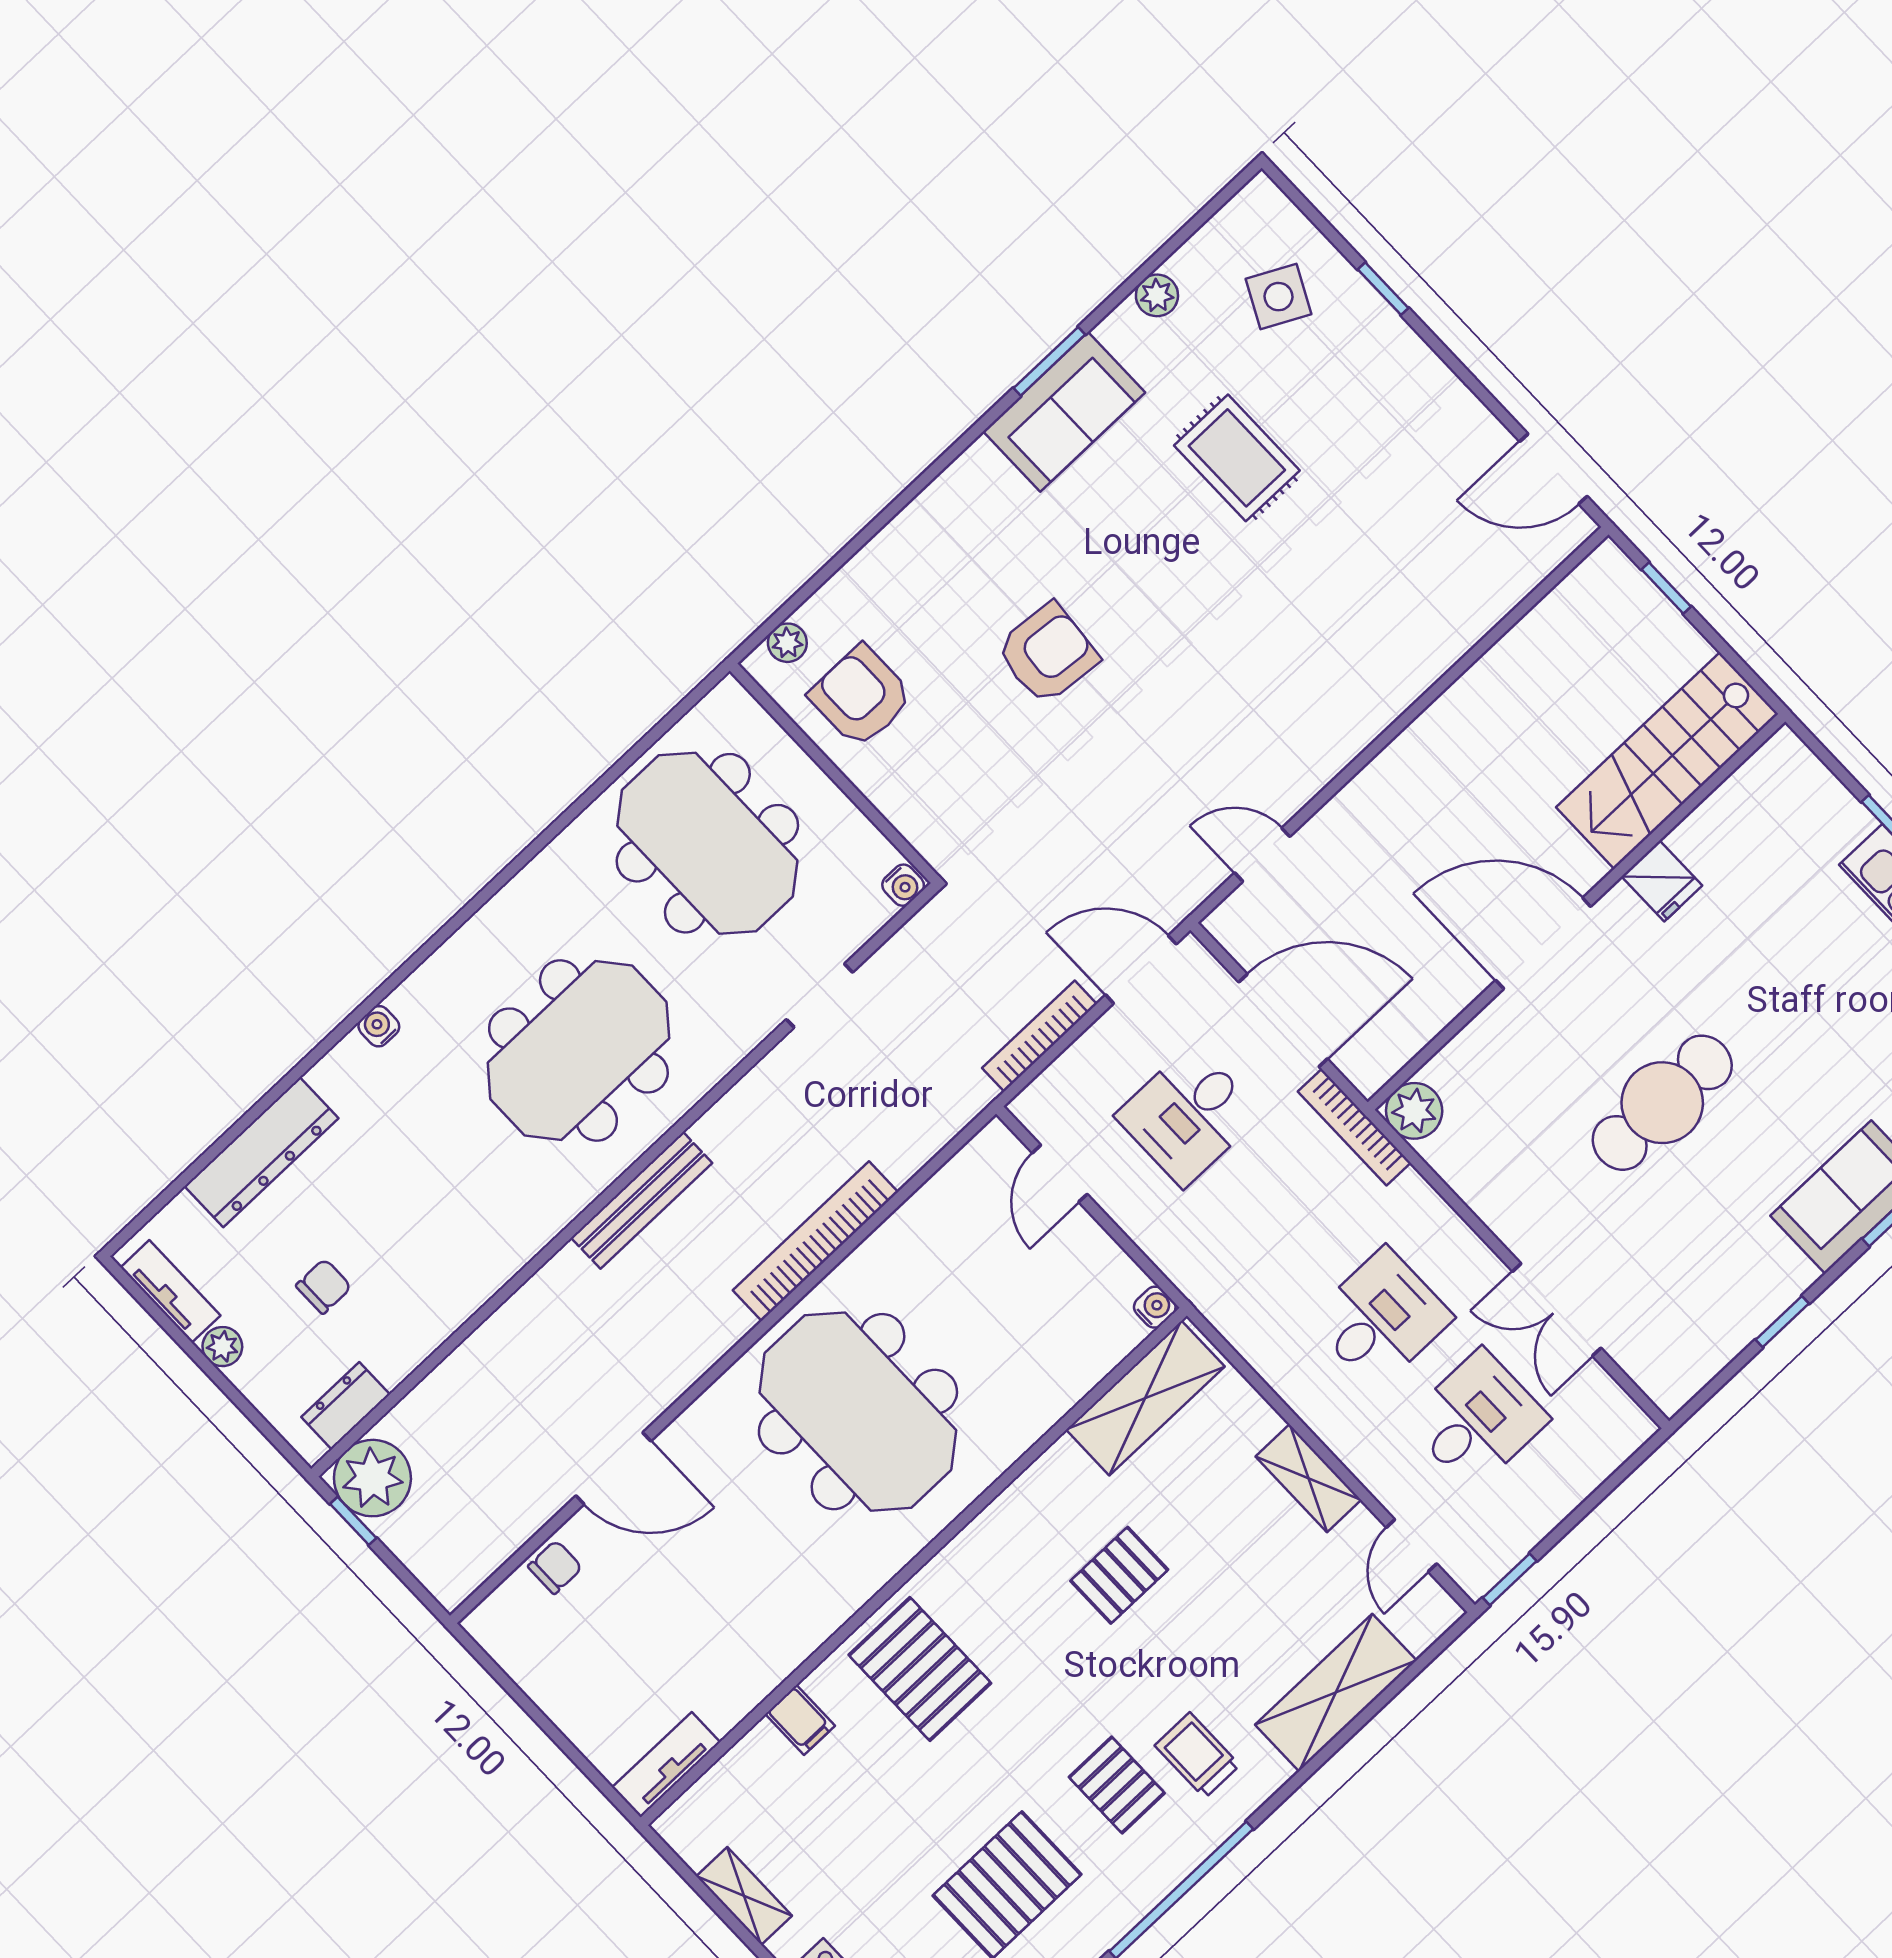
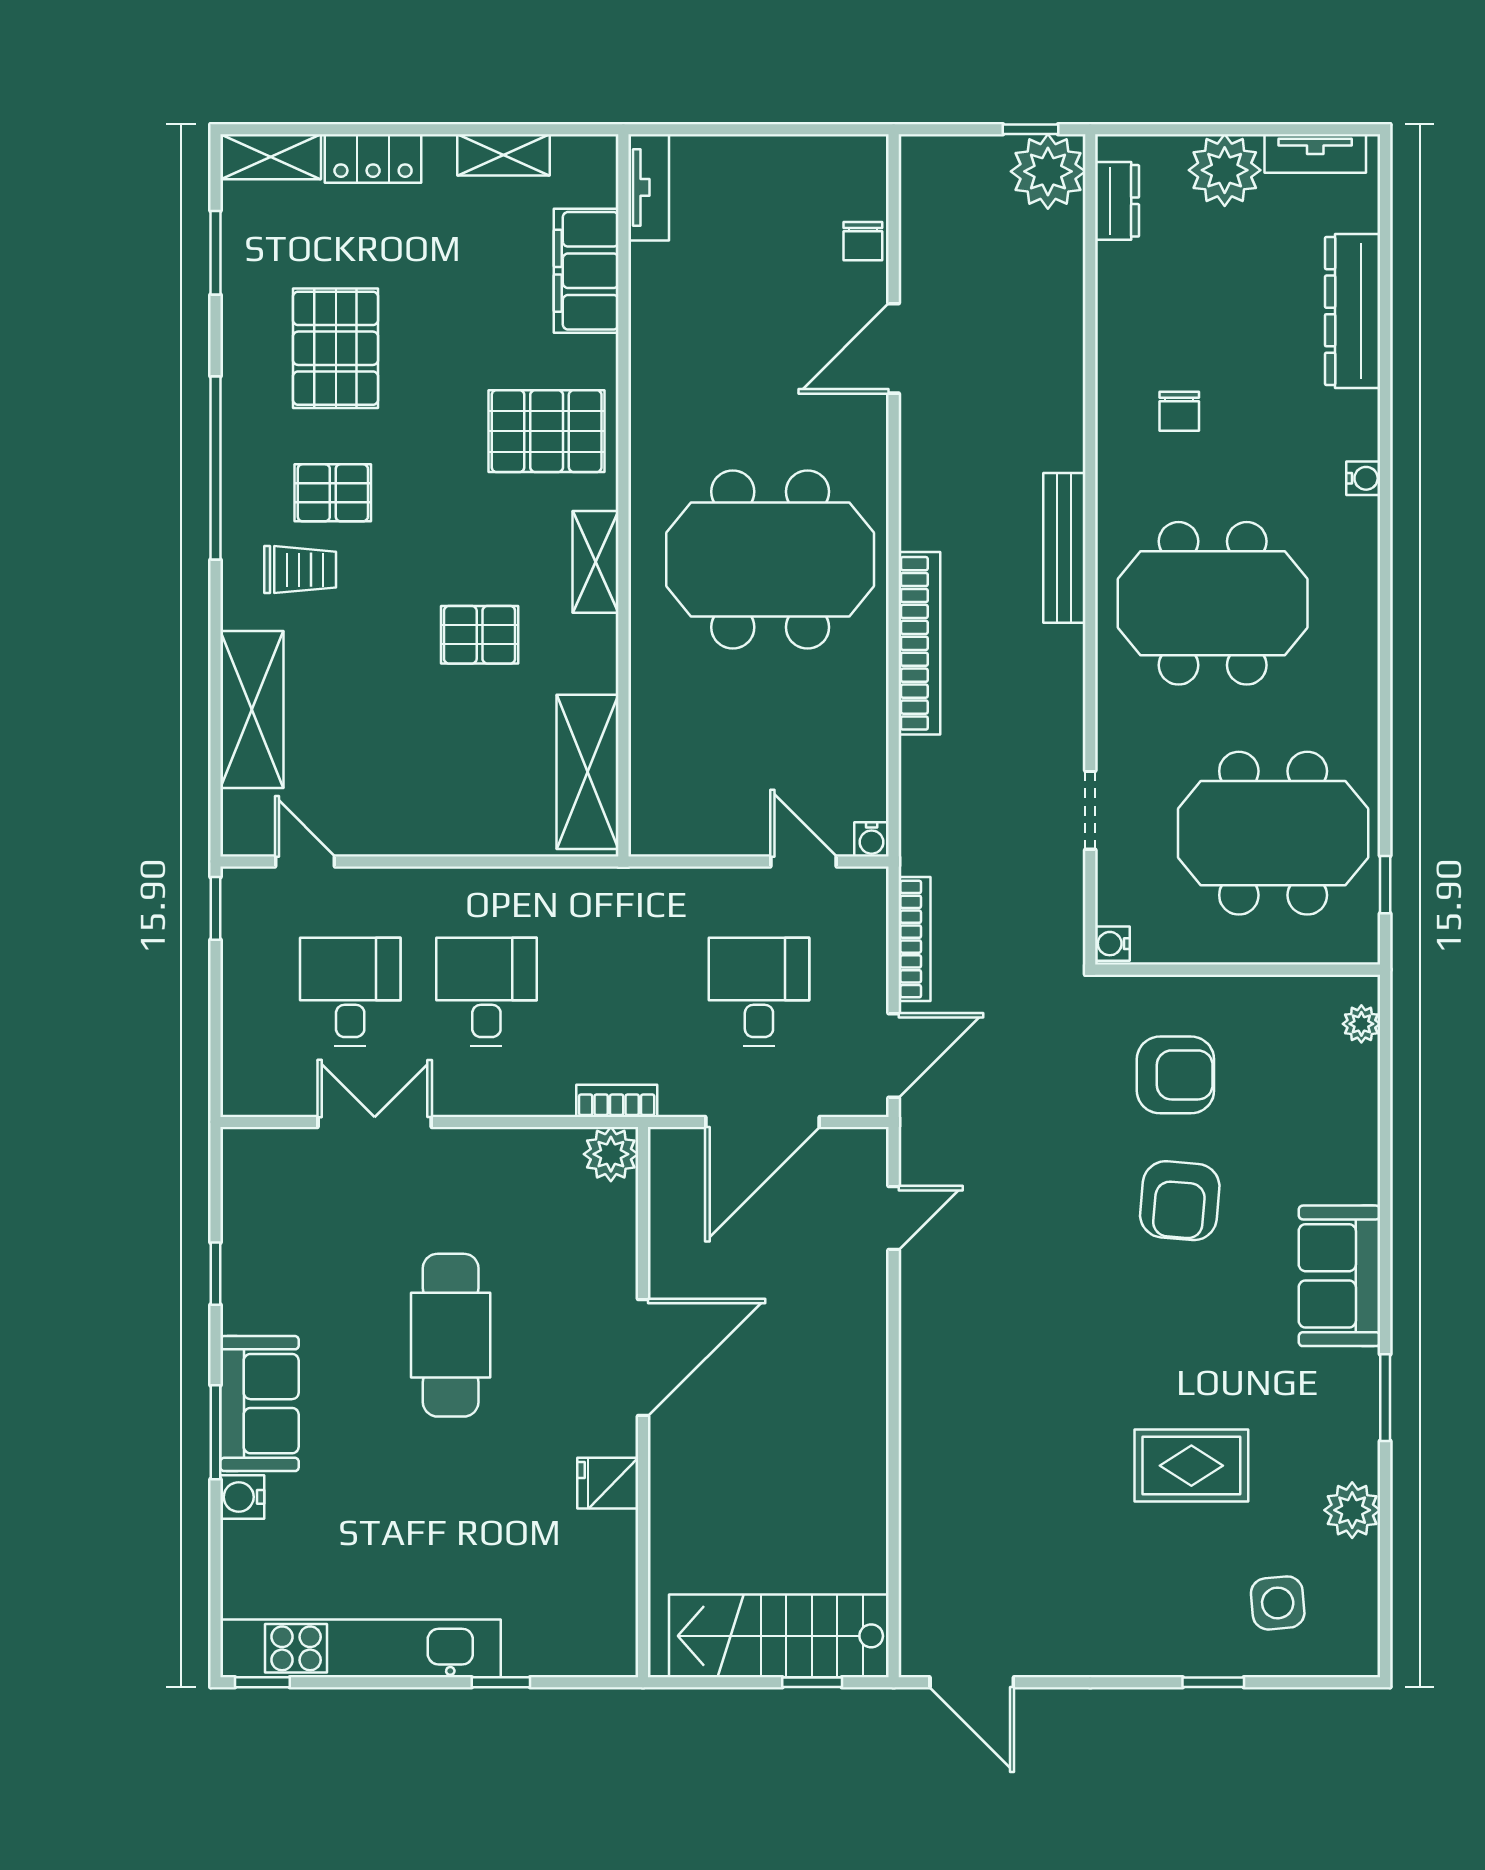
plant: (1157, 295) -> (1352, 1510), width x1.38, depth x1.38
side table: (1278, 297) -> (1278, 1603), turned -32
sofa: (1064, 412) -> (1340, 1276), moved
door: (1553, 469) -> (972, 1682), swing flipped
armchair: (861, 696) -> (1175, 1075), moved
window: (667, 723) -> (1385, 885), added
stairs: (1667, 761) -> (779, 1636), moved, turned -90
meeting table: (578, 1050) -> (1213, 603), turned 90
bookcase: (1354, 1127) -> (617, 1101), width x0.64
chair: (324, 1286) -> (1179, 411), moved
water cooler: (1155, 1307) -> (872, 839), moved
desk: (1381, 1318) -> (486, 992), turned 180
plant: (222, 1347) -> (1225, 170), width x1.87, depth x1.87
desk: (1477, 1420) -> (350, 992), turned 180
shelving: (1308, 1478) -> (595, 562), moved, turned 90
pallet: (1119, 1575) -> (480, 635), turned 90
filing cabinet: (800, 1720) -> (586, 271), width x3.00, depth x1.17

